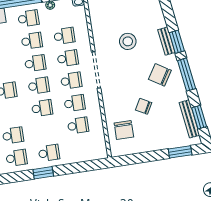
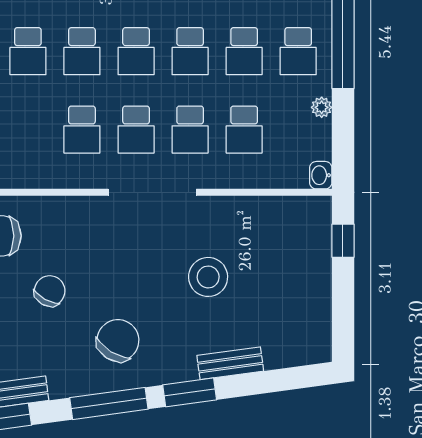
bench: (166, 41) -> (230, 363), moved
school desk: (78, 126) -> (28, 51), moved

